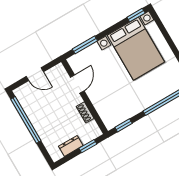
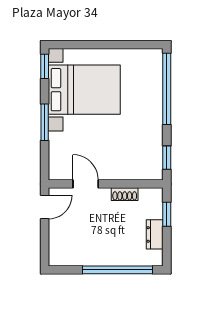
window: (85, 45) -> (45, 122), moved
door: (35, 74) -> (45, 207), moved
window: (26, 120) -> (117, 270), moved

